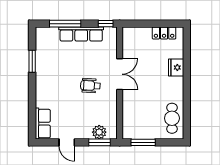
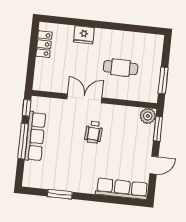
window: (65, 24) -> (23, 141), moved
cafe table: (172, 118) -> (121, 68), moved
row of seats: (43, 124) -> (122, 189), width x1.48
plant: (99, 132) -> (148, 116), moved

